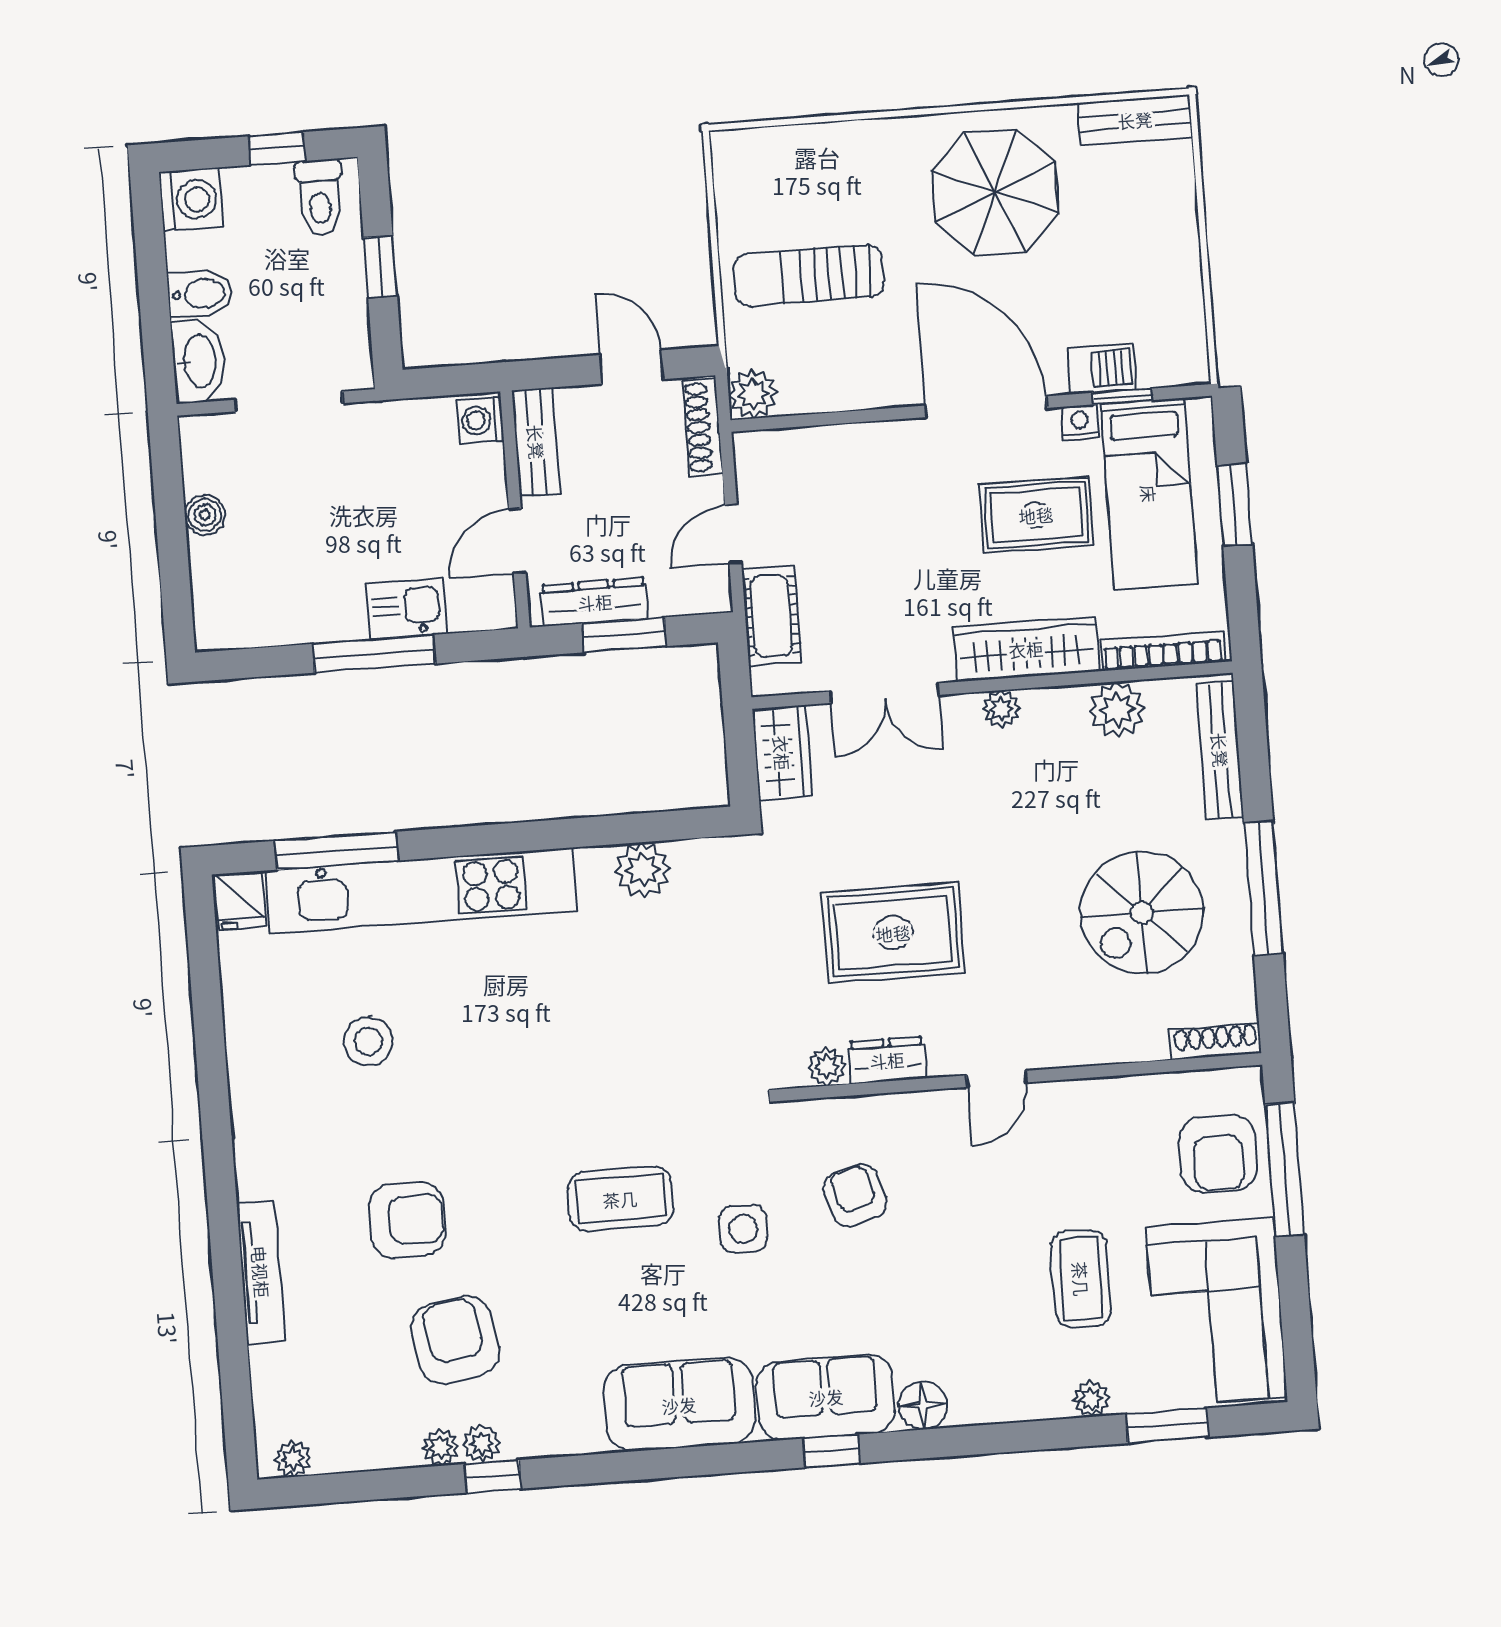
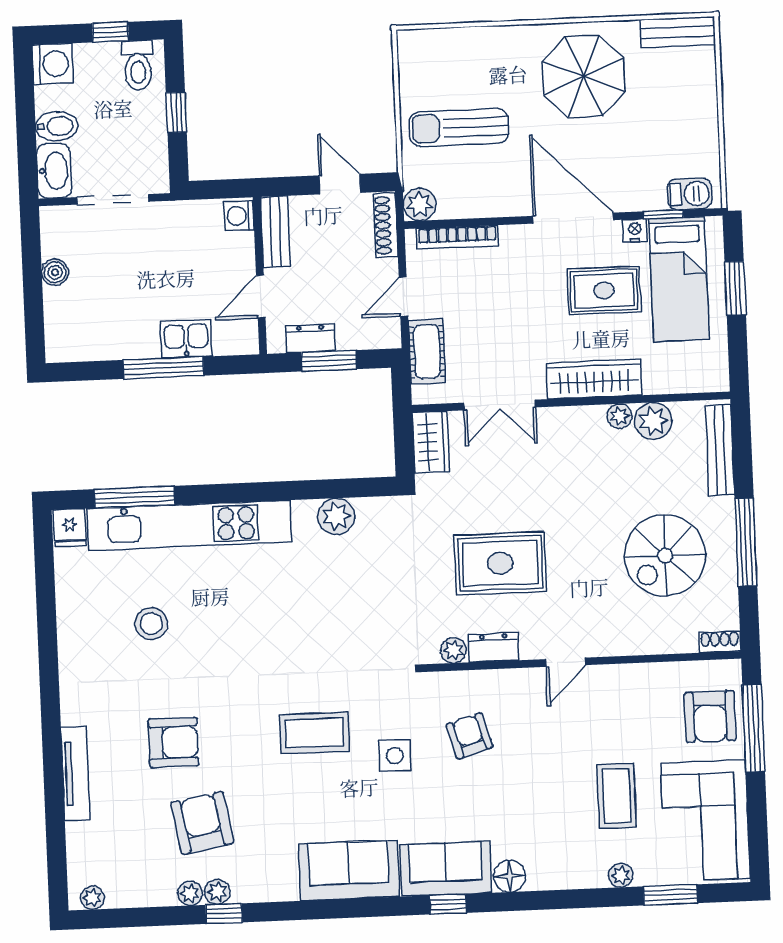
barbecue: (1101, 369) -> (690, 194), moved
dresser: (595, 602) -> (310, 338), width x0.70
bookcase: (1163, 651) -> (457, 237), moved, turned 180
plant: (1001, 709) -> (620, 416), moved
shoe rack: (1216, 1041) -> (720, 642), width x0.70

